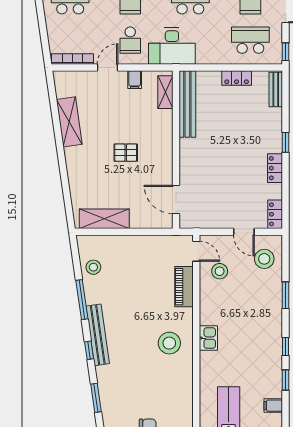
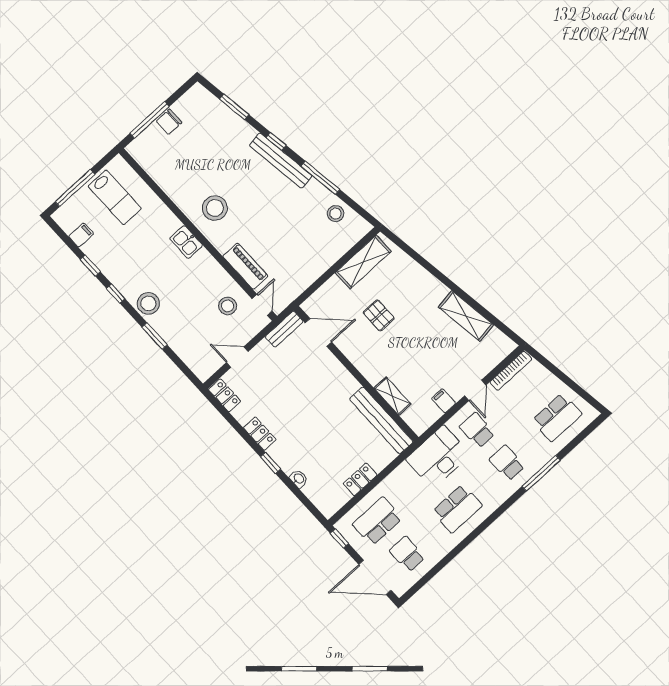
school desk: (250, 40) -> (377, 521), turned 180
bench: (276, 89) -> (284, 329), moved, turned 90
shelving: (165, 92) -> (393, 396), moved
washbasin: (277, 115) -> (299, 479), added
pallet: (126, 153) -> (379, 315), moved, turned 90
door: (196, 251) -> (262, 305), swing flipped
stool: (264, 259) -> (148, 303), moved

